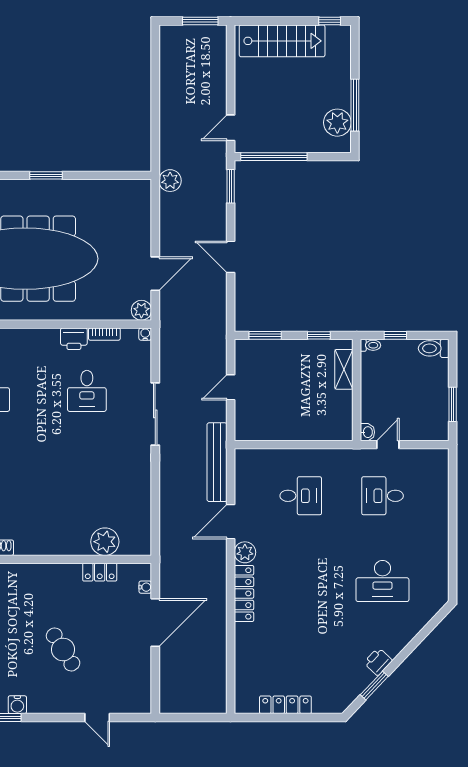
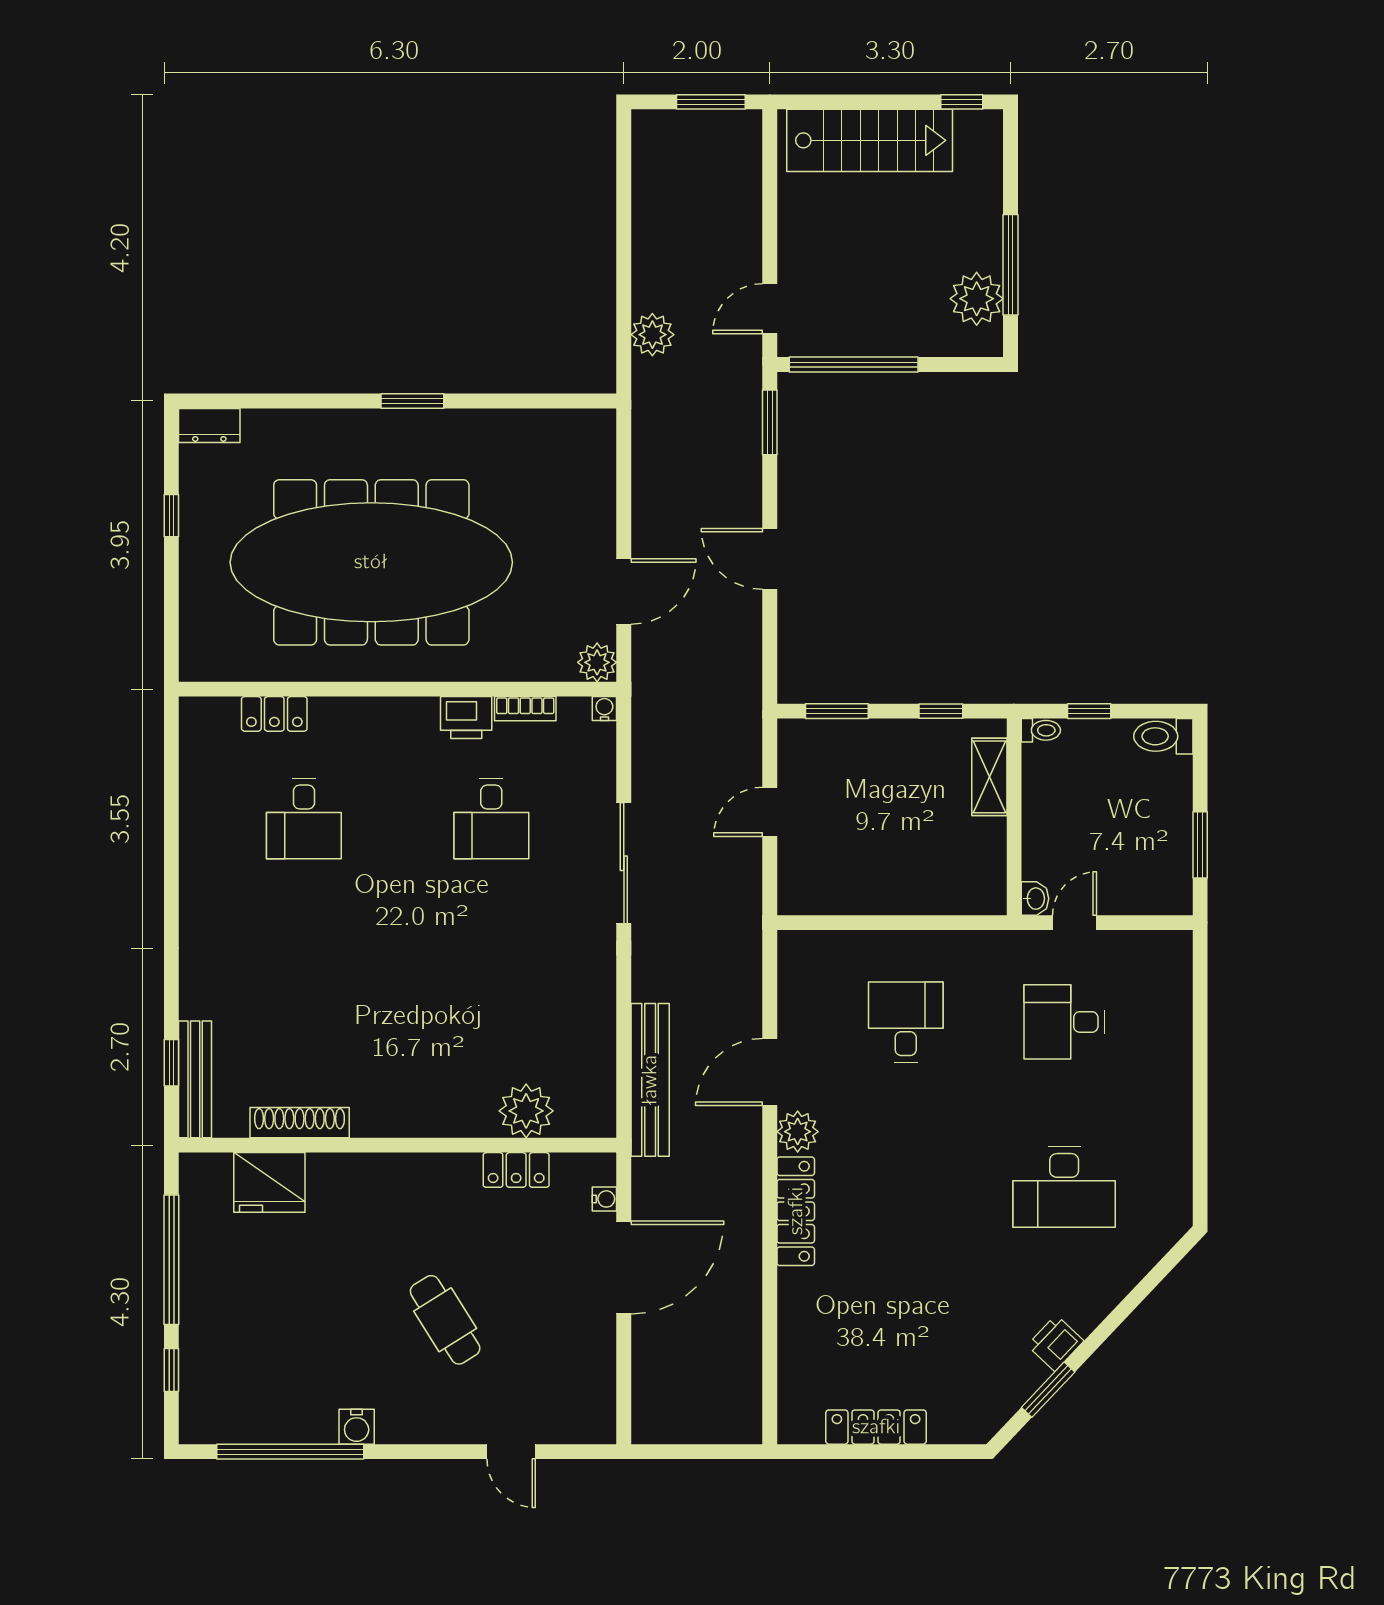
plant: (170, 181) -> (652, 335), moved
bench: (217, 462) -> (650, 1080), moved
desk: (301, 496) -> (906, 1022), turned -90

